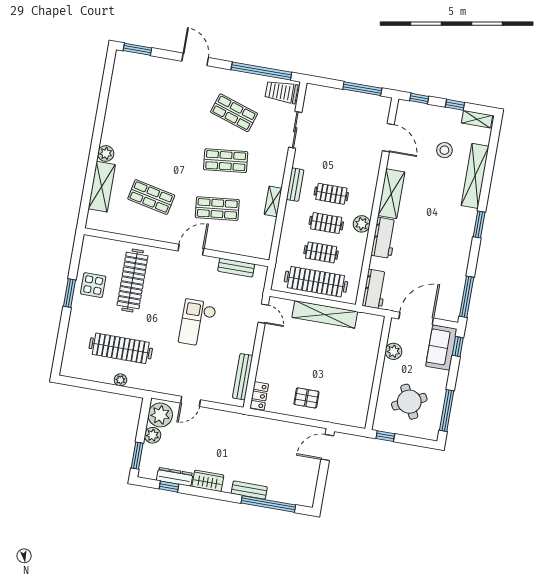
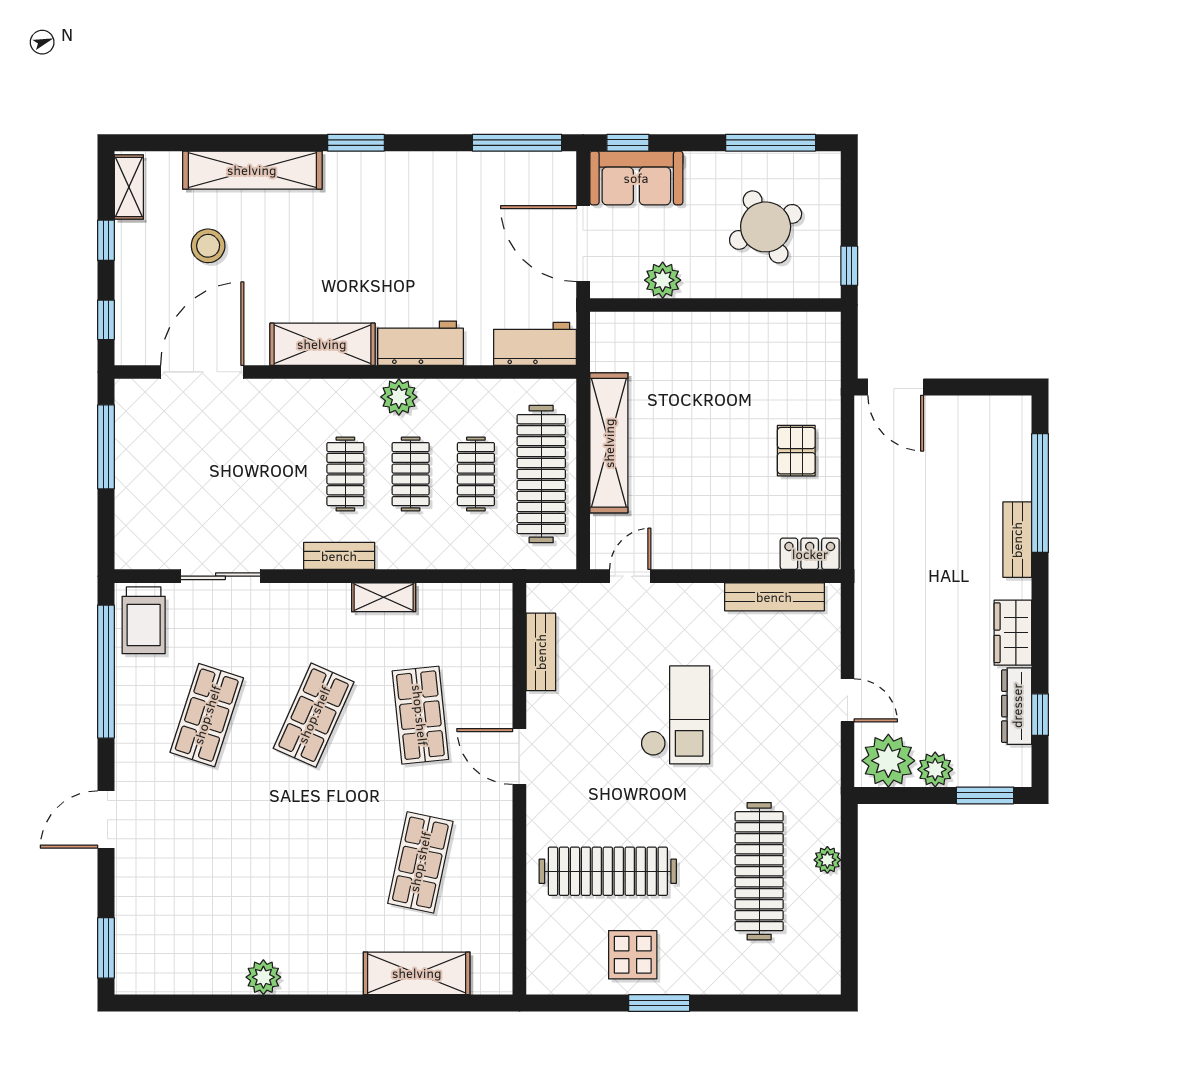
door: (388, 138) -> (202, 372), width x1.36
plant: (106, 153) -> (263, 977), moved
shop shelf: (226, 161) -> (314, 715), turned 30
checkout: (197, 323) -> (675, 715), turned -90

